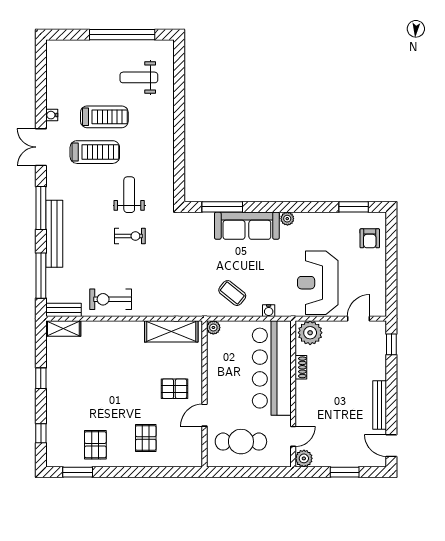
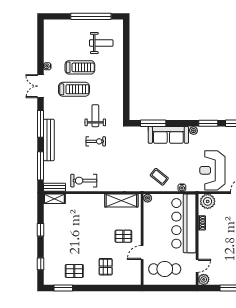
weight bench: (139, 77) -> (101, 43), turned 180
window: (311, 207) -> (208, 123), added
pallet: (95, 445) -> (74, 271), turned 90

